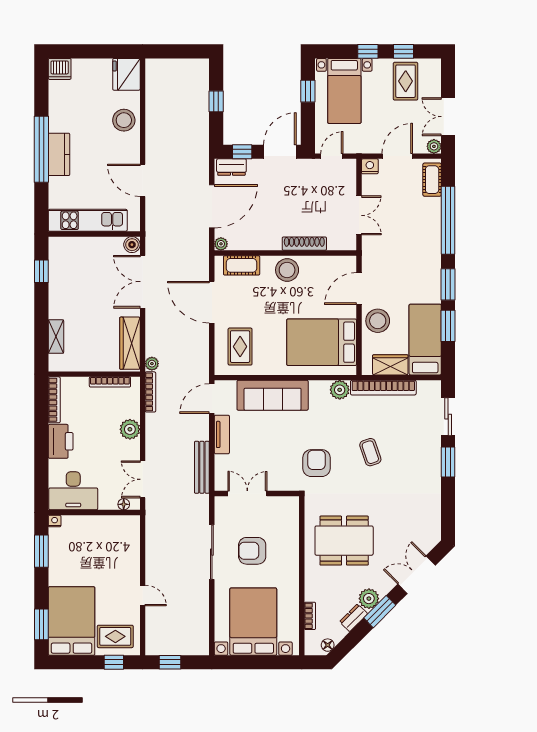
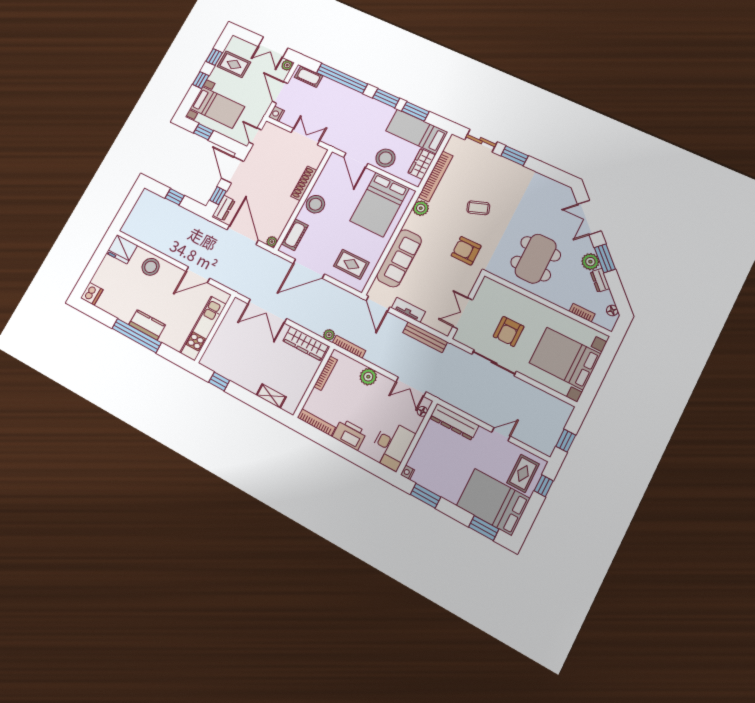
boiler: (132, 245) -> (237, 305), removed
dresser: (130, 542) -> (454, 422), added

